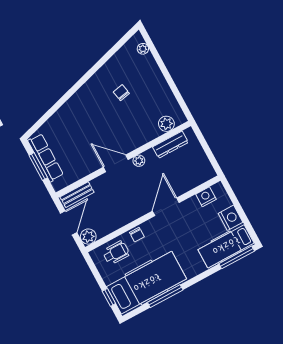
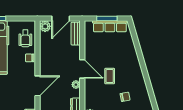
coffee table: (106, 125) -> (110, 76), added
door: (116, 163) -> (82, 69), hinge flipped
door: (166, 207) -> (37, 86), hinge flipped
door: (69, 223) -> (61, 19), hinge flipped

